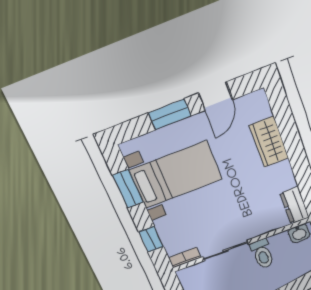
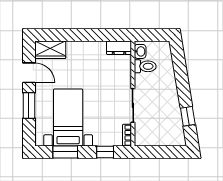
wardrobe: (269, 142) -> (50, 50), moved
toilet: (262, 254) -> (145, 66), moved

